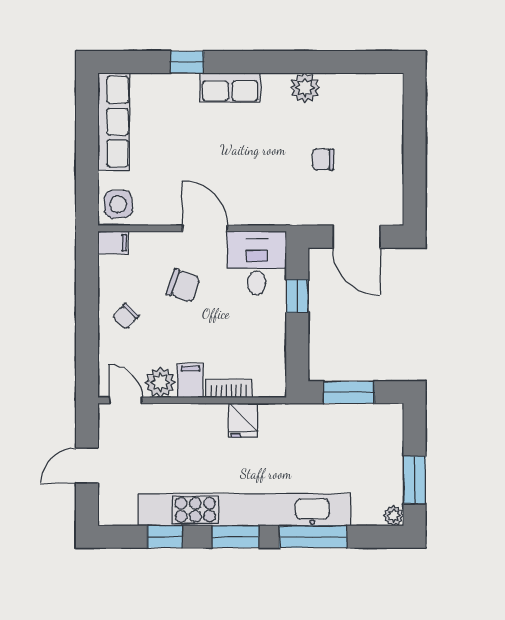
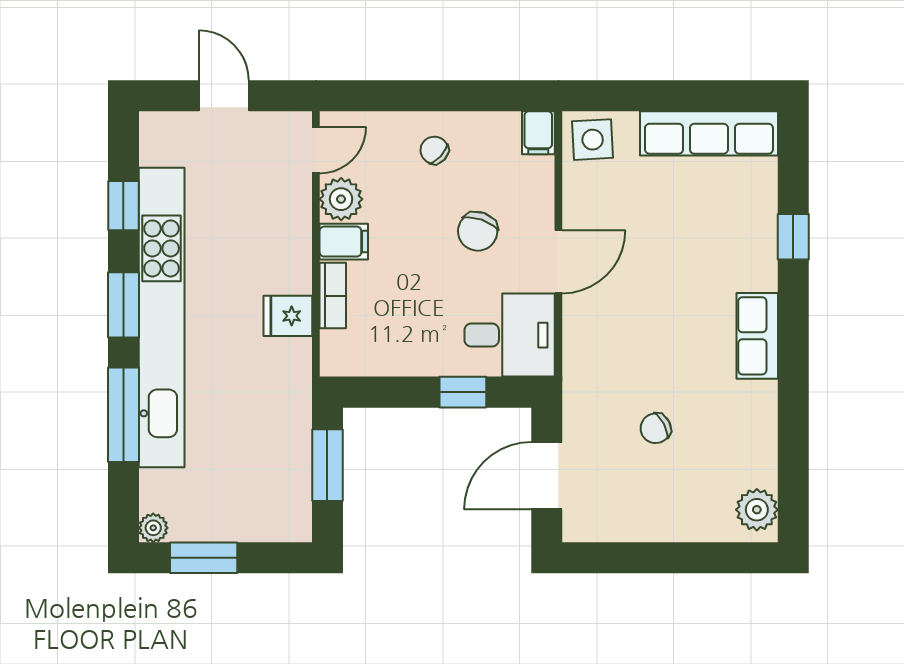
row of seats: (230, 87) -> (757, 336), moved
plant: (305, 88) -> (757, 510), moved
chair: (323, 159) -> (656, 428), turned -118

